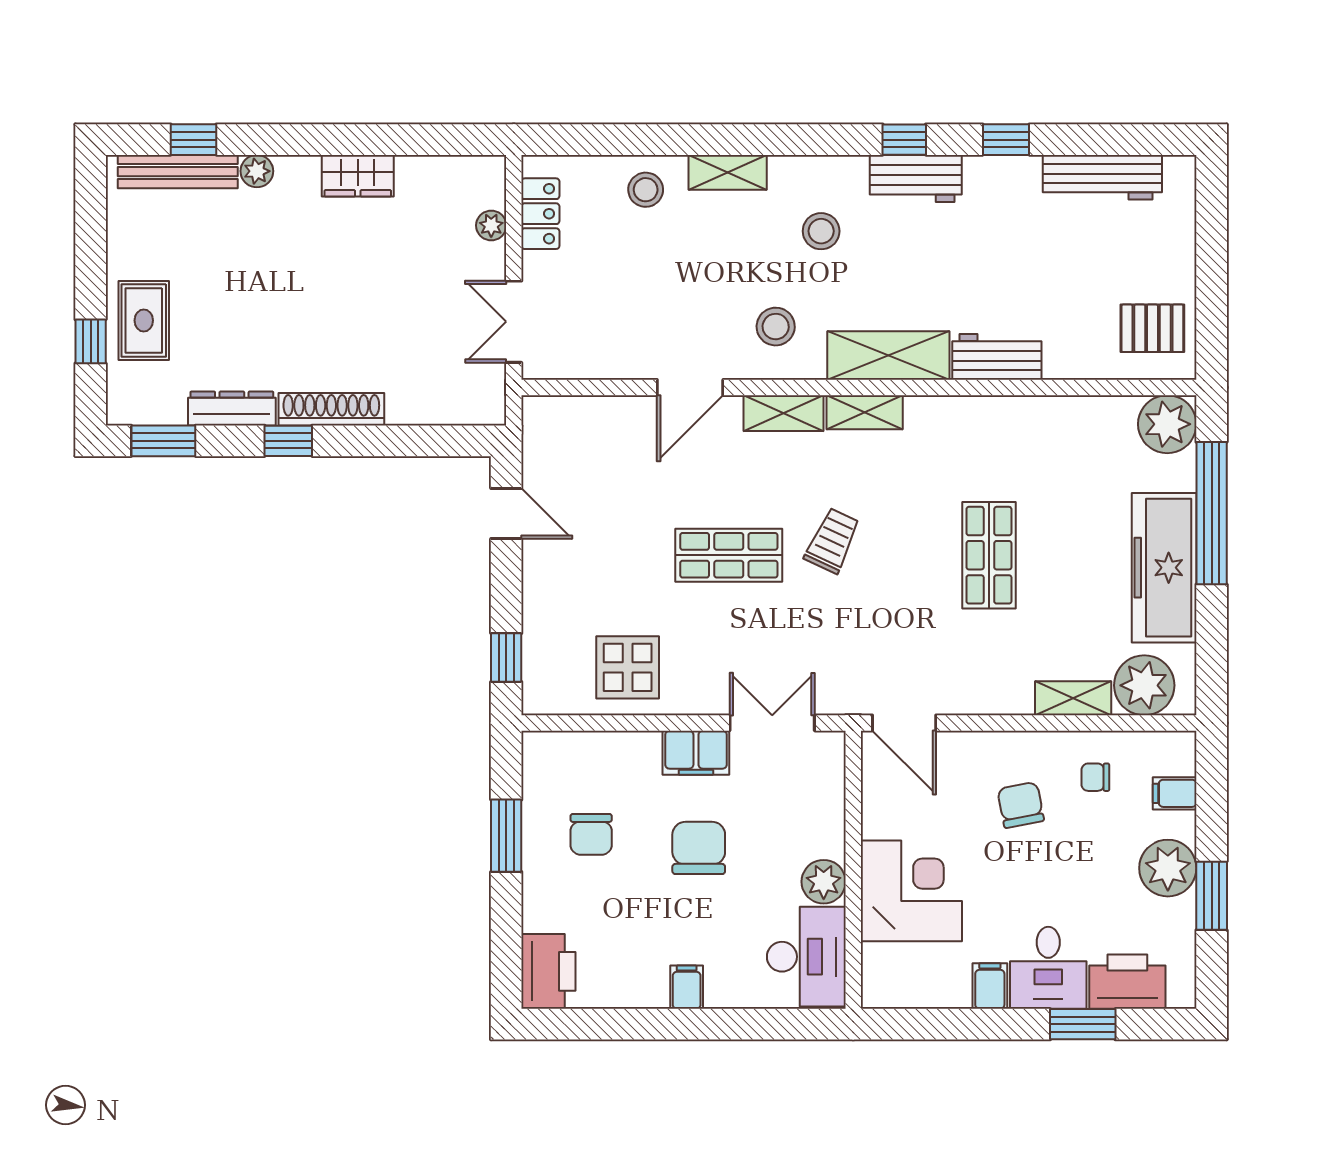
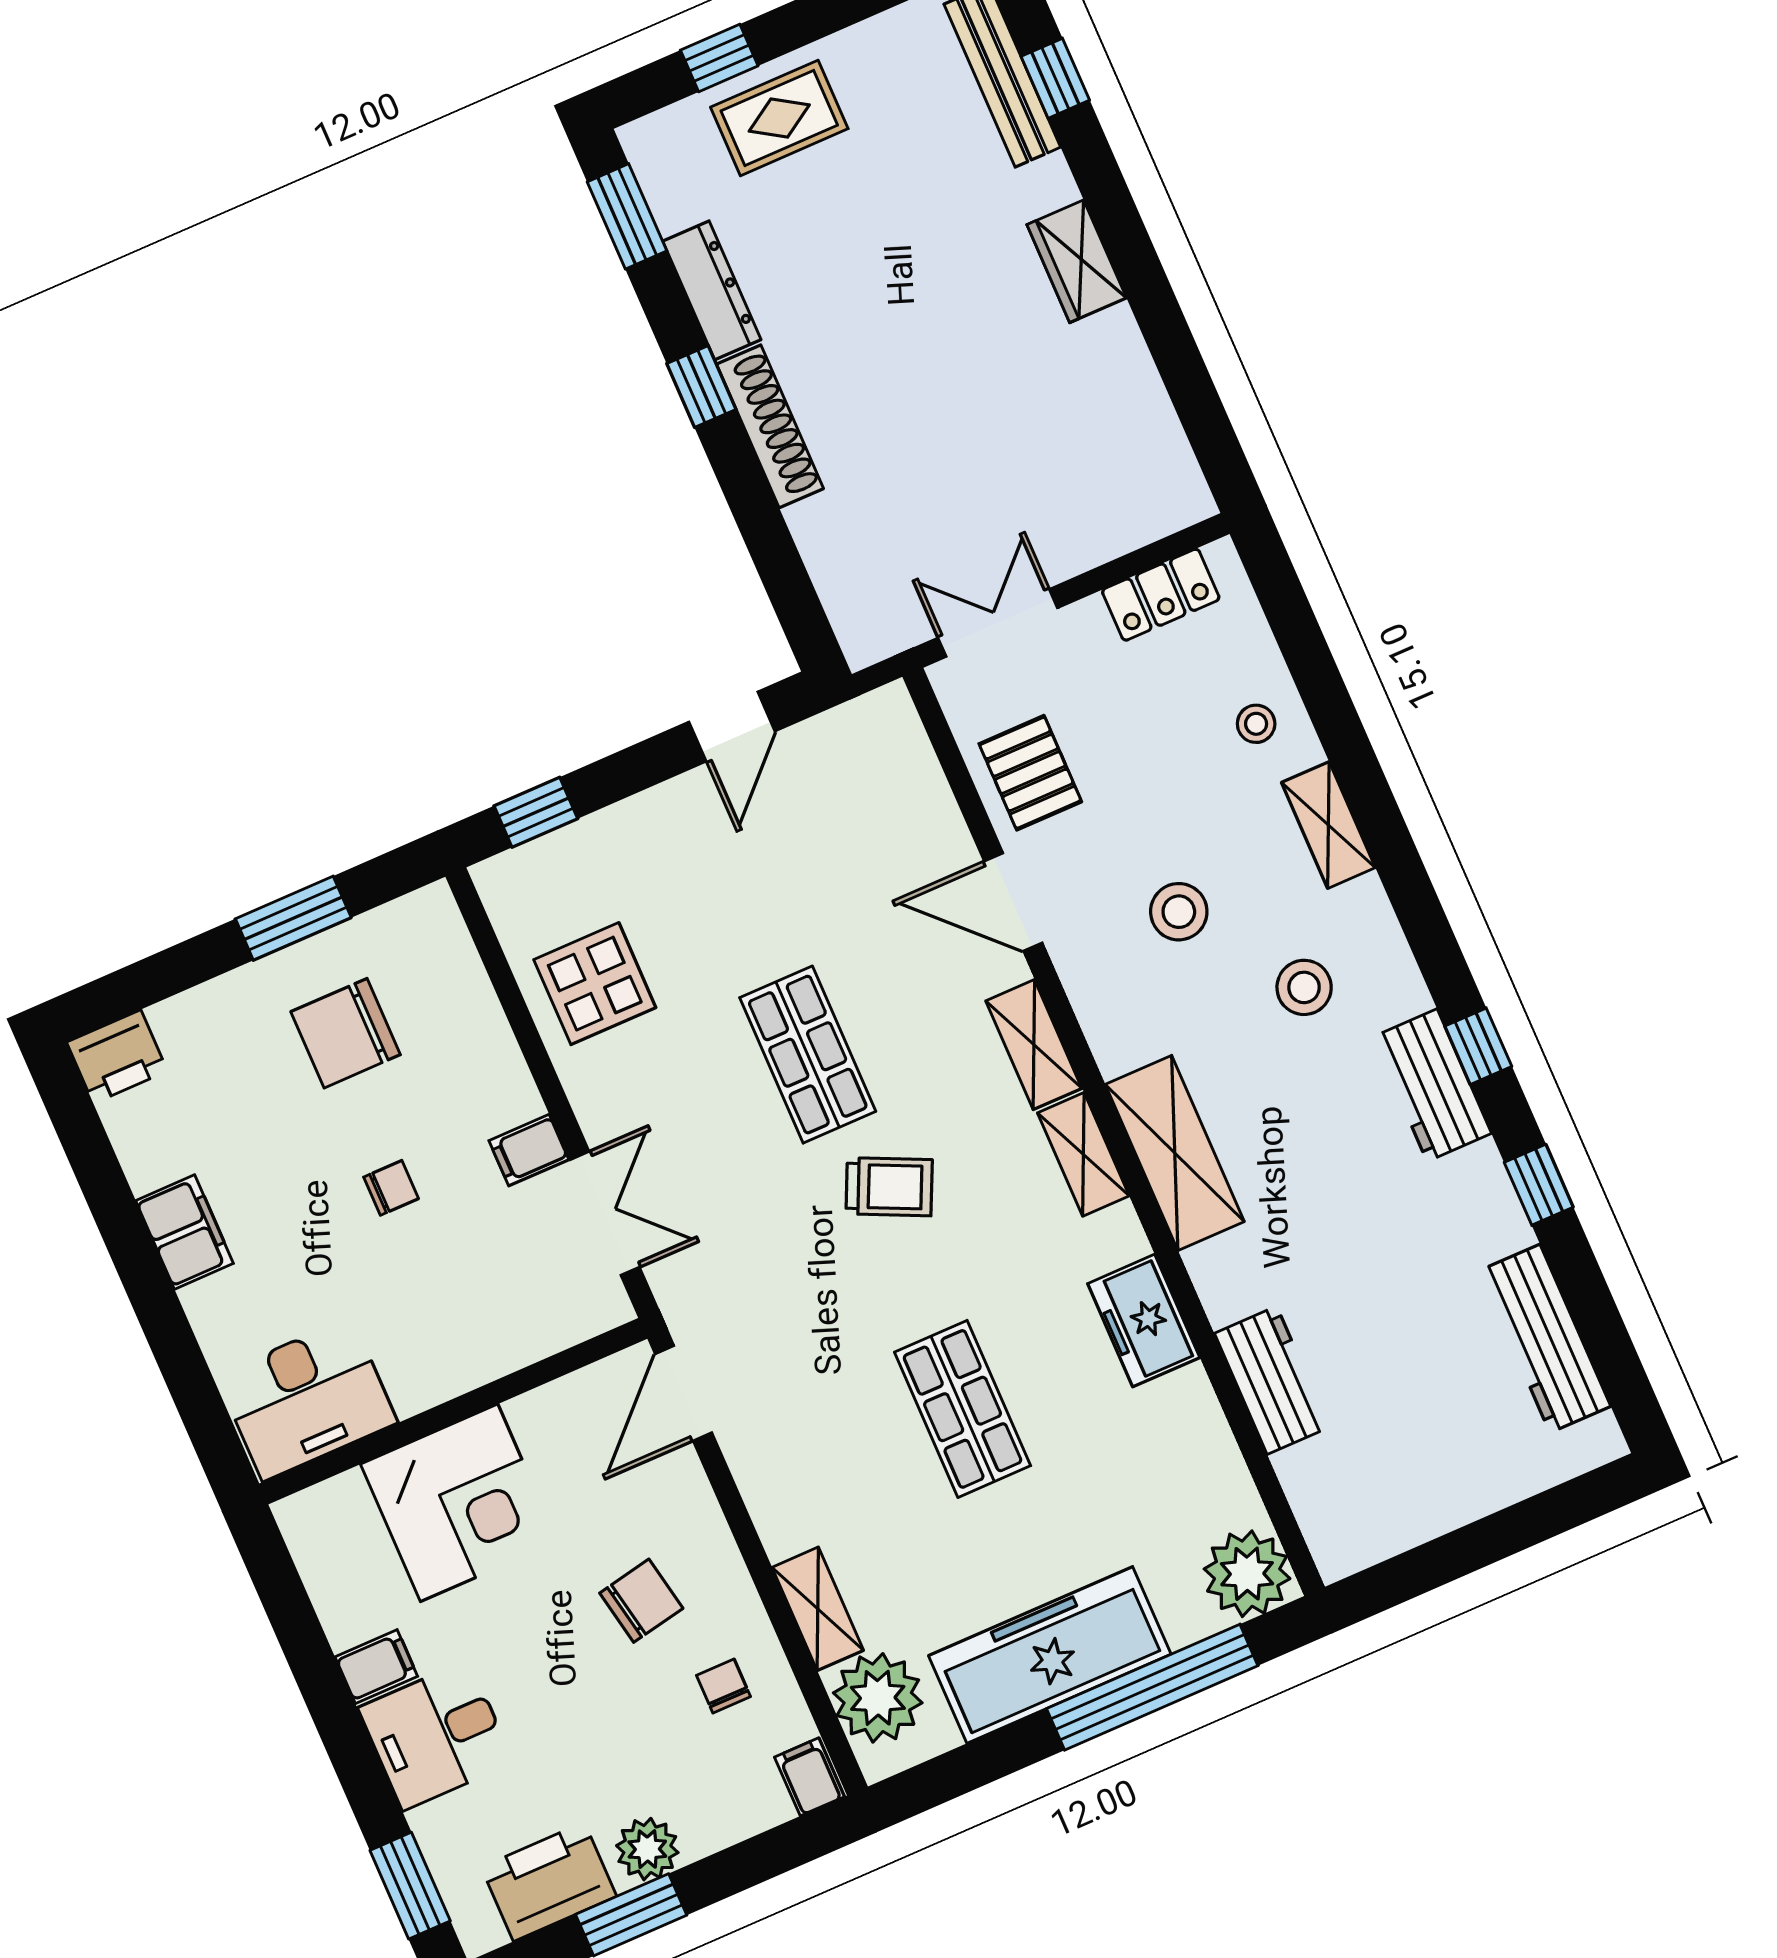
plant: (257, 171) -> (1050, 183), removed
wardrobe: (358, 176) -> (1077, 261), moved
stool: (646, 190) -> (1256, 724), width x0.73, depth x0.73
plant: (491, 225) -> (1115, 535), removed
stool: (776, 327) -> (1179, 912), moved
pallet: (1152, 328) -> (1030, 773), moved
workbench: (997, 357) -> (1272, 1380), moved
freezer: (983, 420) -> (1144, 1321), added
shop shelf: (989, 555) -> (963, 1409), turned 90
filing cabinet: (696, 753) -> (529, 1150), width x0.50
filing cabinet: (1175, 793) -> (810, 1777), moved
chair: (591, 834) -> (346, 1033), width x1.37, depth x1.37
chair: (699, 848) -> (391, 1188), width x0.54, depth x0.54
plant: (1168, 868) -> (647, 1849), width x0.73, depth x0.73
plant: (824, 882) -> (419, 1378), removed
printer: (548, 971) -> (117, 1057), width x0.73, depth x0.84
printer: (1127, 982) -> (549, 1882), moved, turned -90
filing cabinet: (687, 987) -> (184, 1232), width x2.00
window: (1083, 1024) -> (410, 1886), moved

